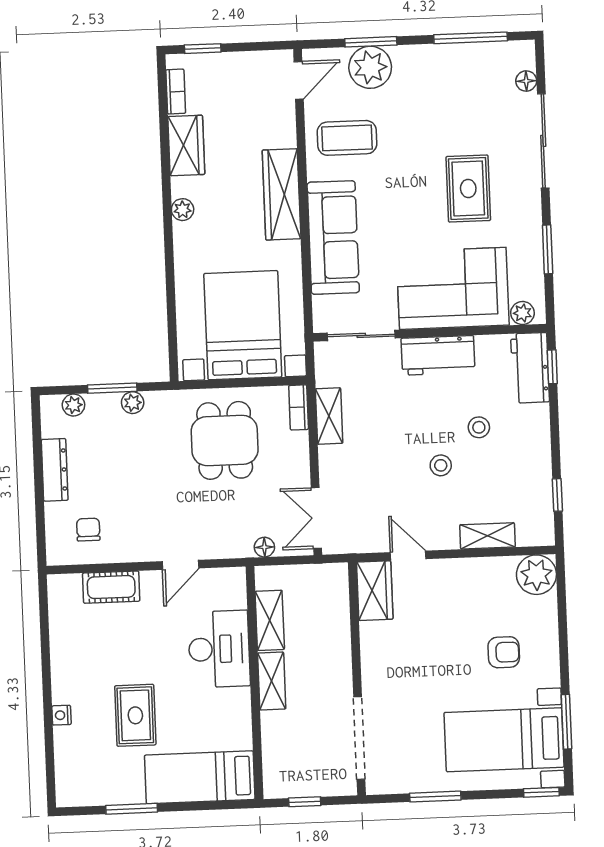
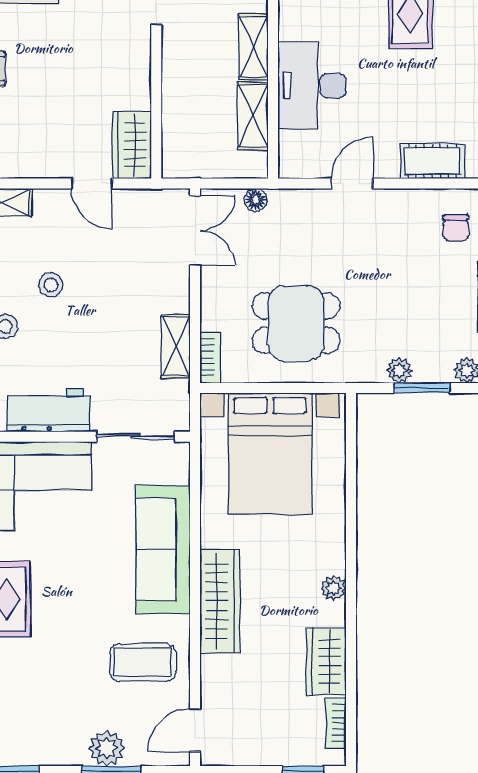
plant: (370, 67) -> (107, 748), width x0.73, depth x0.73
dining table: (225, 440) -> (296, 323), turned 90

